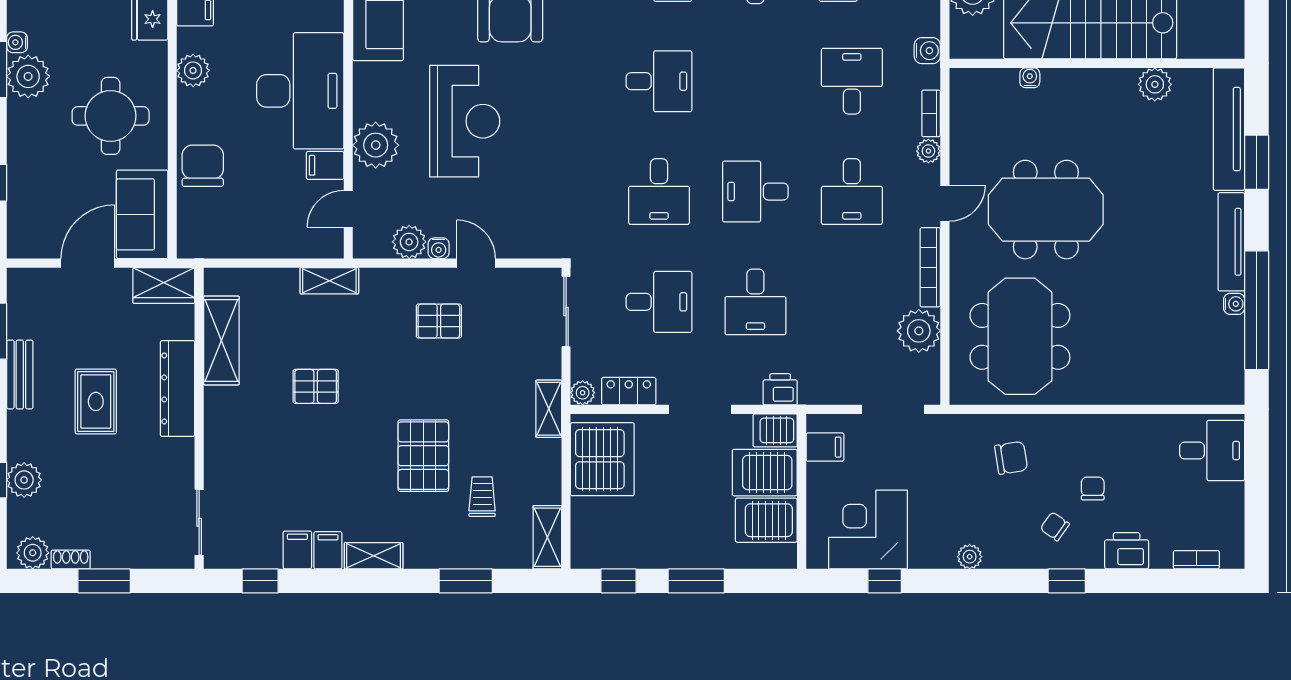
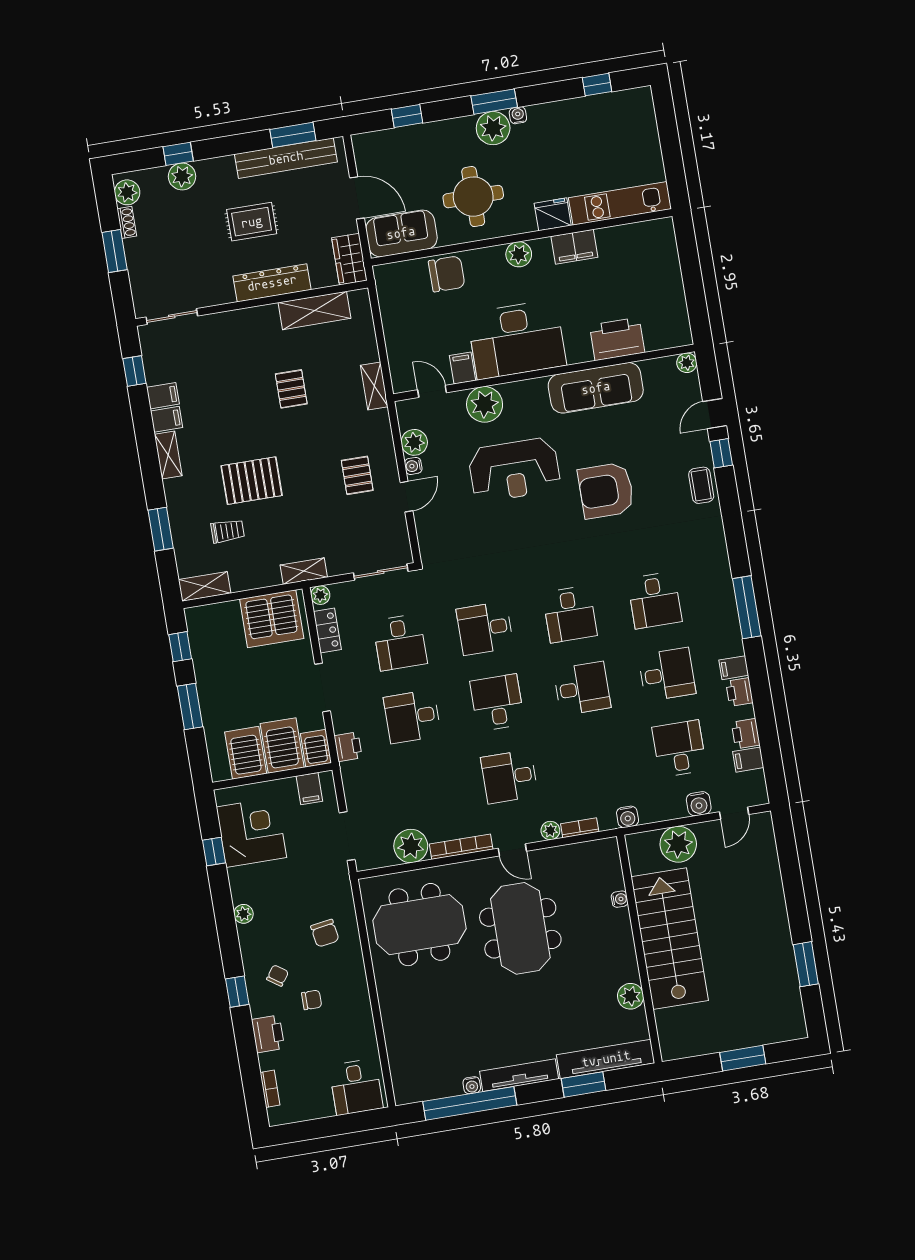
desk: (852, 81) -> (582, 688), moved
bench: (20, 375) -> (286, 158), width x1.86, depth x1.21

